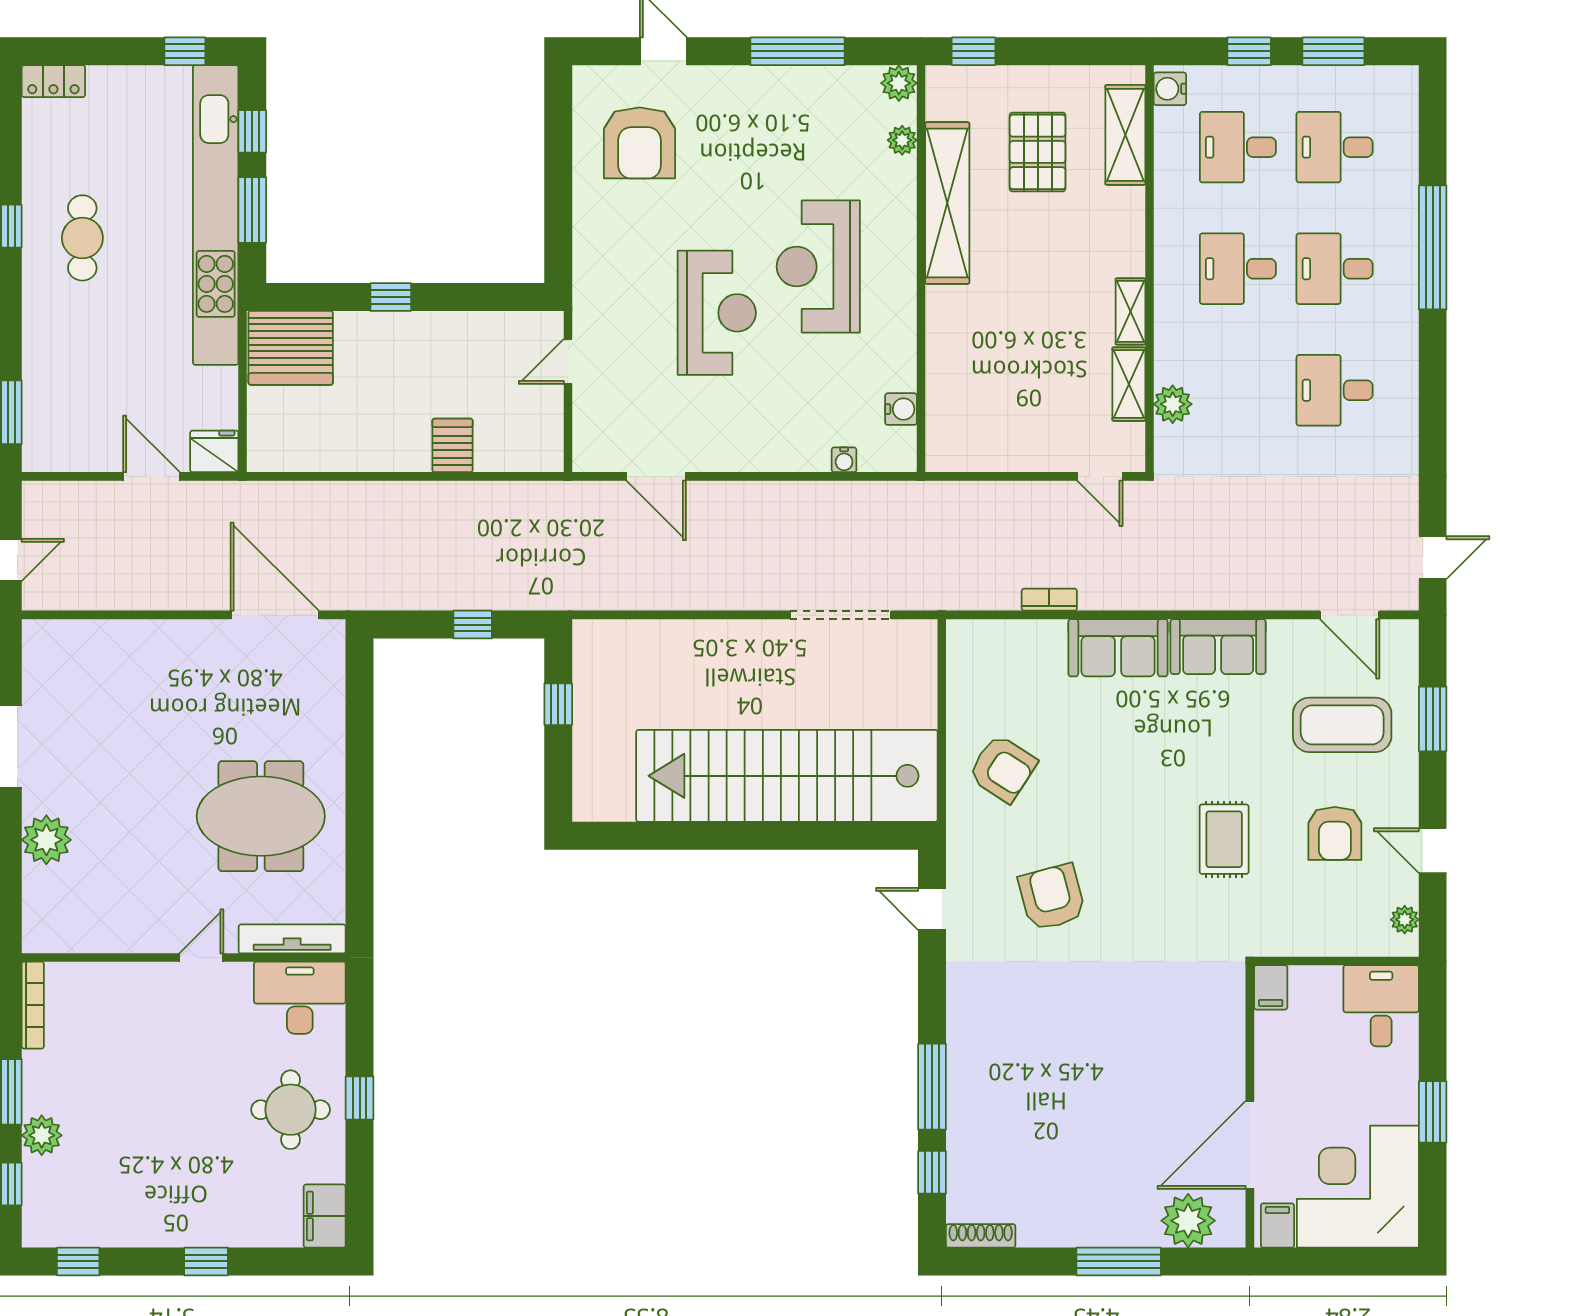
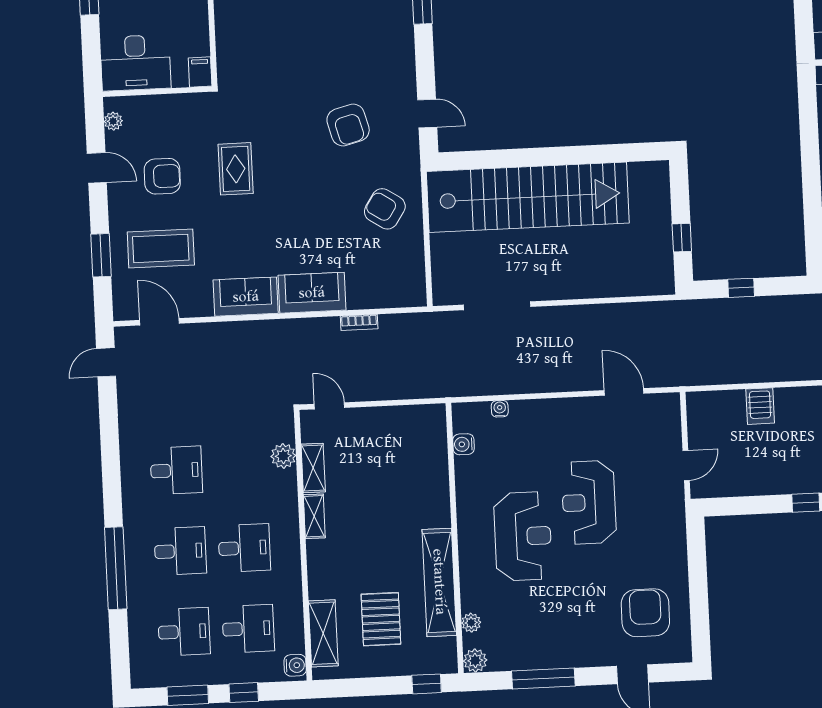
armchair: (1335, 833) -> (162, 176), turned 90
desk: (1381, 1006) -> (136, 63), width x1.37

